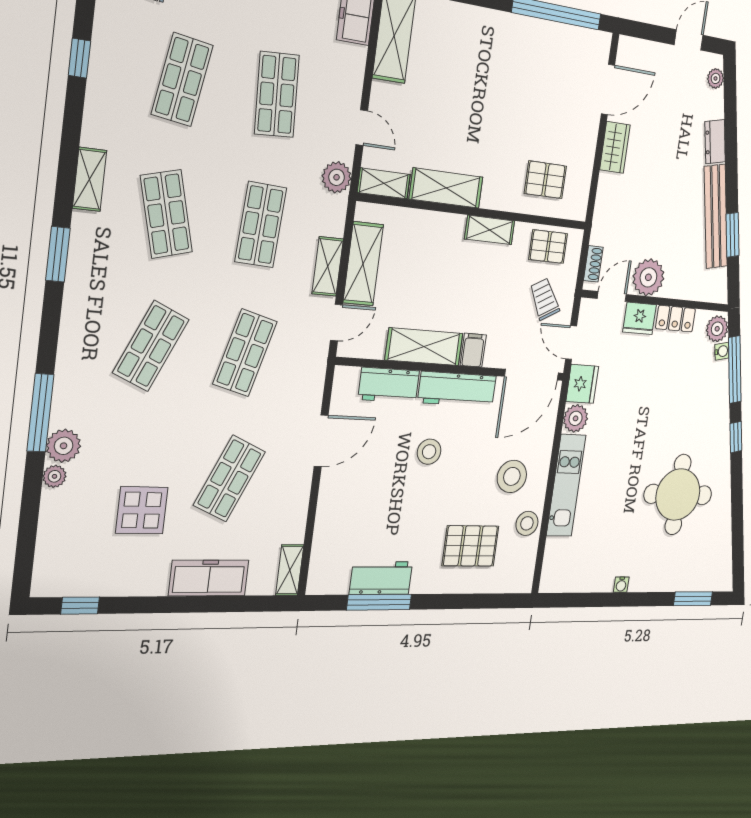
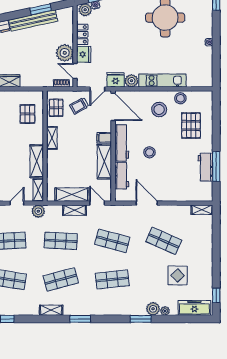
shop shelf: (151, 346) -> (112, 279), turned -30
window: (40, 413) -> (141, 319), width x0.69
freezer: (209, 578) -> (194, 308), moved, turned 90

